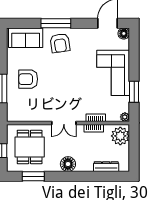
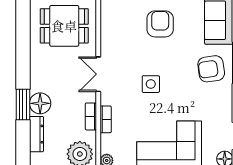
side table: (71, 86) -> (151, 84), added
floor lamp: (68, 164) -> (40, 103), moved
window: (33, 176) -> (23, 105), moved

